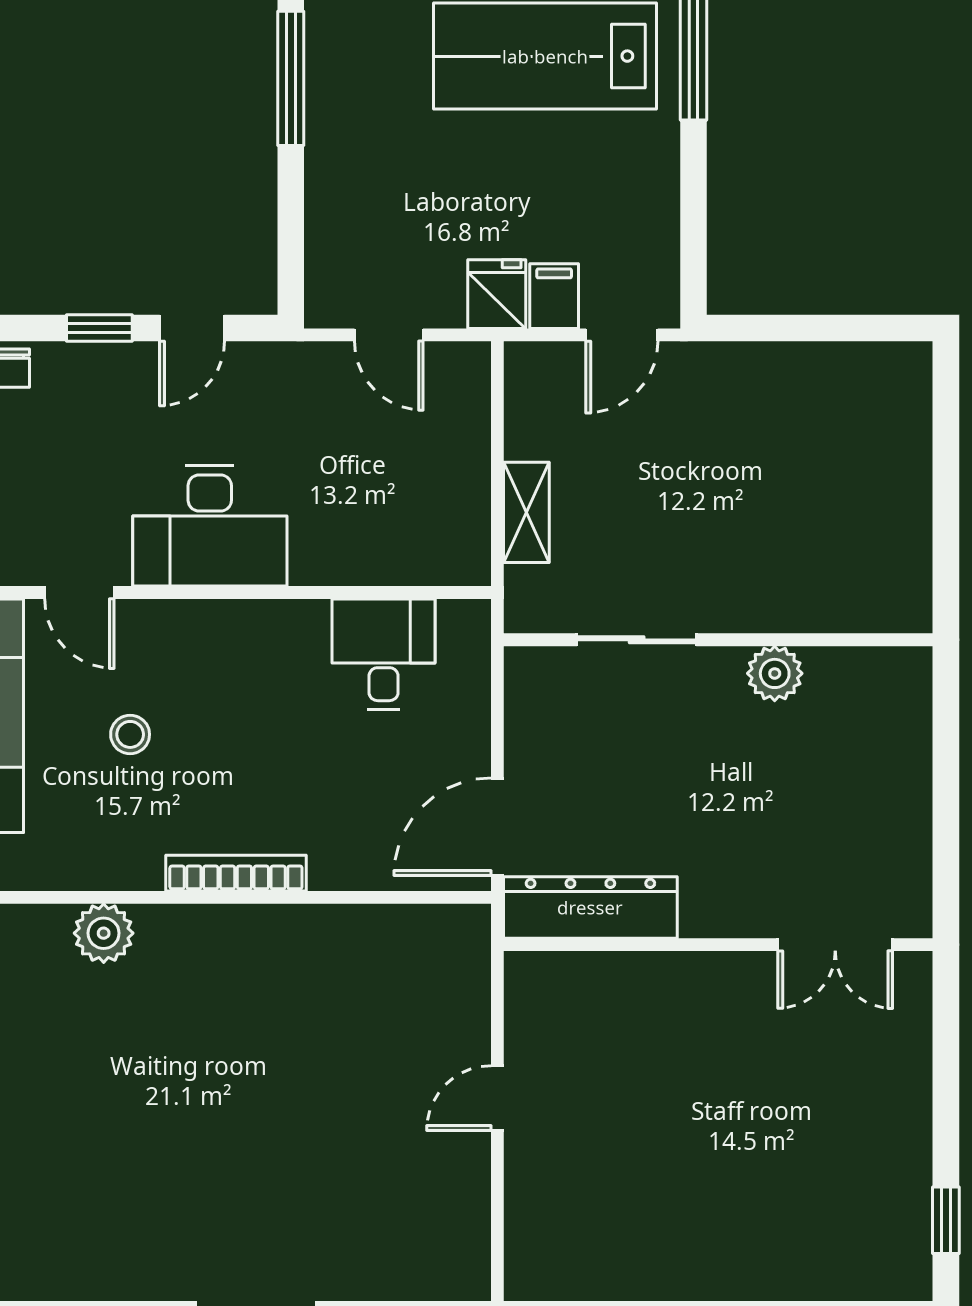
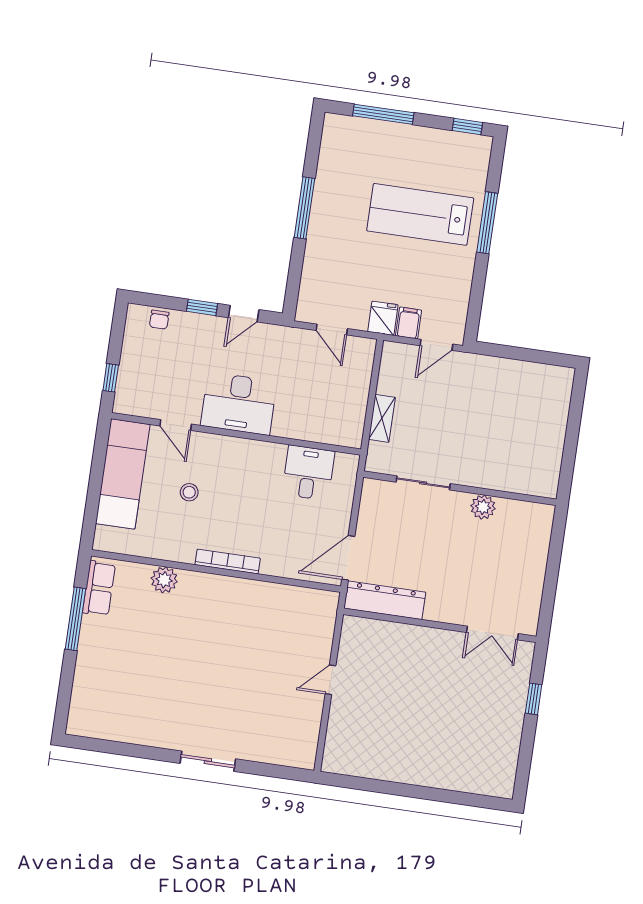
window: (946, 1220) -> (534, 699), moved

